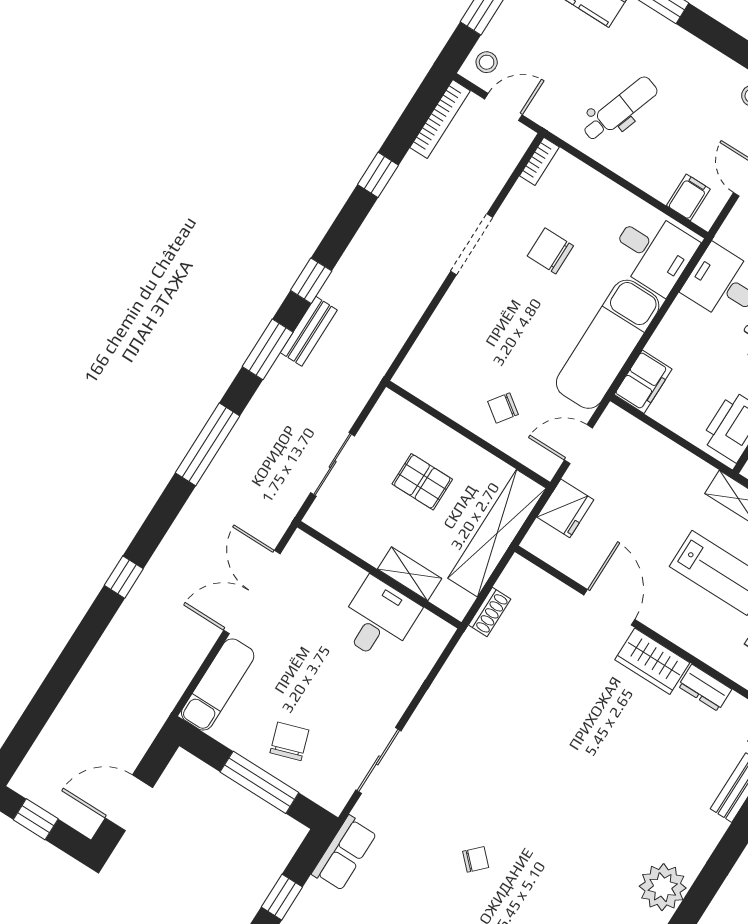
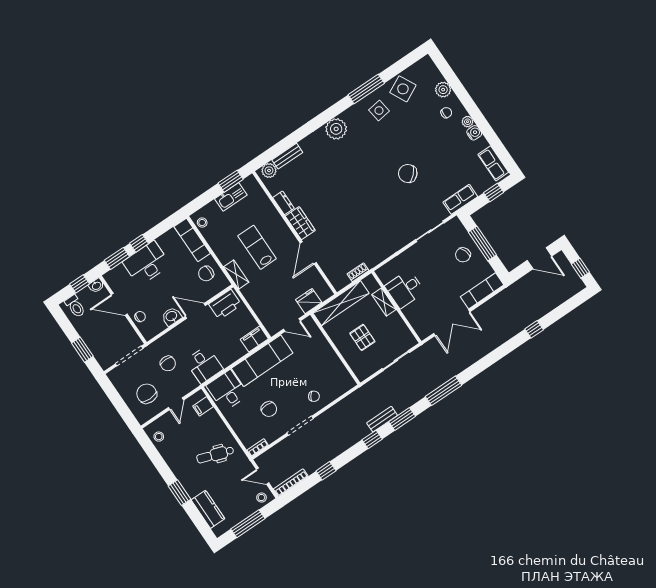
chair: (503, 408) -> (314, 396), moved
window: (124, 577) -> (534, 329), moved
chair: (476, 859) -> (408, 173), width x1.87, depth x1.87

